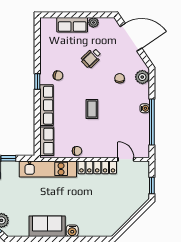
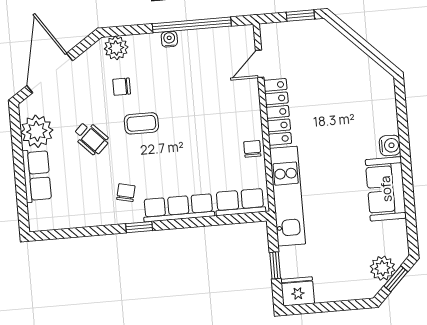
plant: (93, 23) -> (37, 131), width x1.88, depth x1.88
coffee table: (92, 109) -> (141, 123), moved

